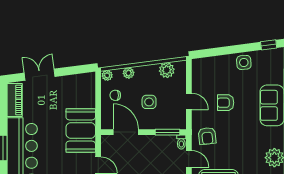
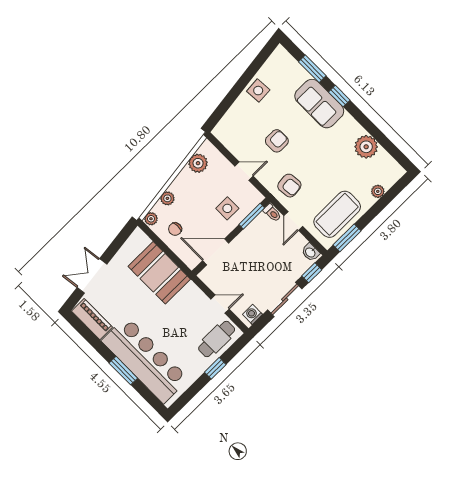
window: (269, 45) -> (265, 54), removed
side table: (149, 102) -> (227, 208), moved
armchair: (226, 103) -> (277, 141), turned 180
booth: (81, 131) -> (159, 273), moved
door: (189, 159) -> (293, 221), swing flipped

